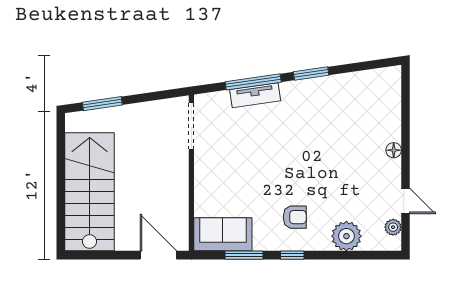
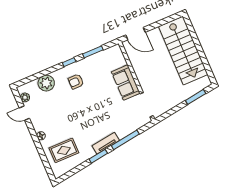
tv unit: (255, 95) -> (106, 143), moved
rug: (365, 109) -> (64, 150), added
sofa: (223, 234) -> (126, 83), moved, turned 90

